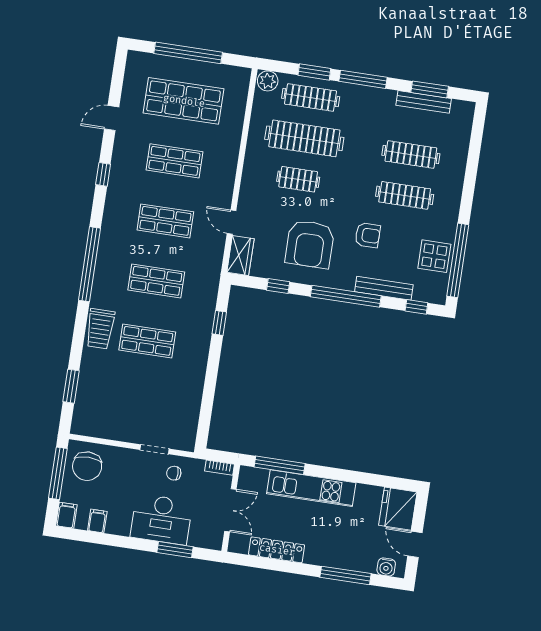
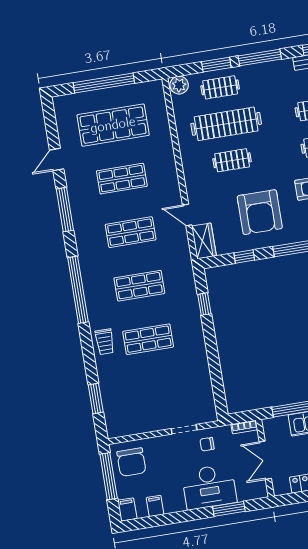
clothes rail: (311, 97) -> (220, 87), width x0.73
window: (103, 174) -> (65, 210), width x2.17
trolley: (100, 329) -> (105, 342), width x0.73, depth x0.72
double door: (230, 510) -> (265, 460), swing flipped

